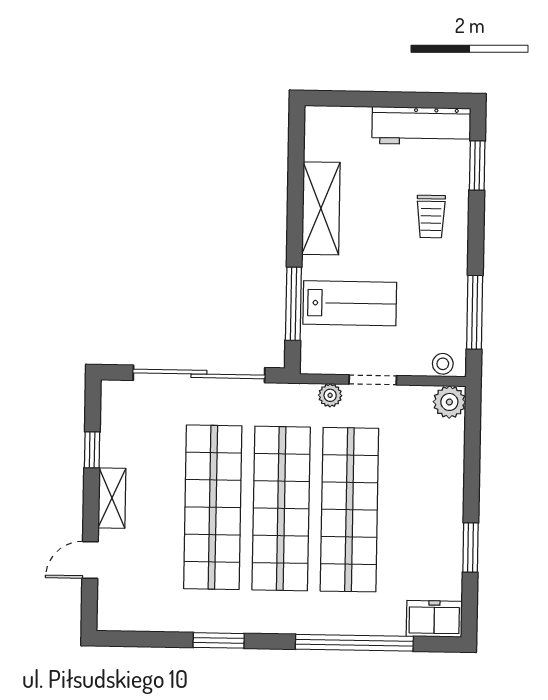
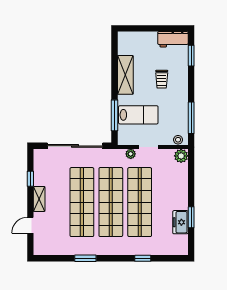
workbench: (421, 126) -> (173, 39), width x0.73
trolley: (431, 217) -> (162, 79), moved
freezer: (434, 619) -> (180, 222), moved, turned -90
window: (354, 643) -> (143, 258), width x0.32

